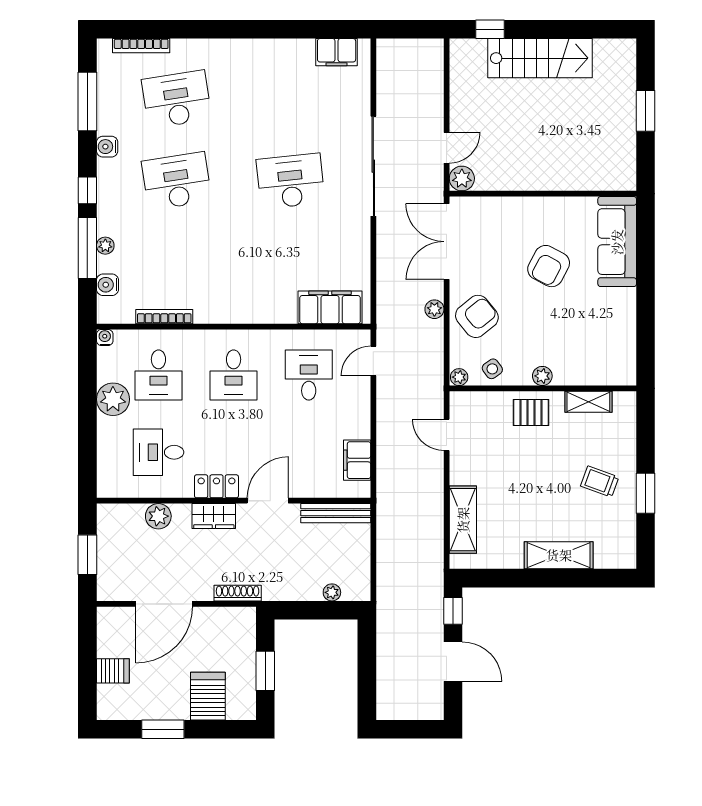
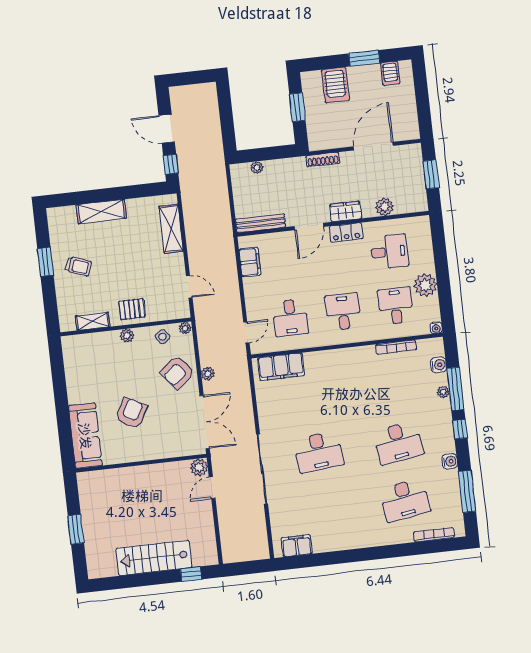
server rack: (113, 671) -> (390, 73), moved, turned -90

